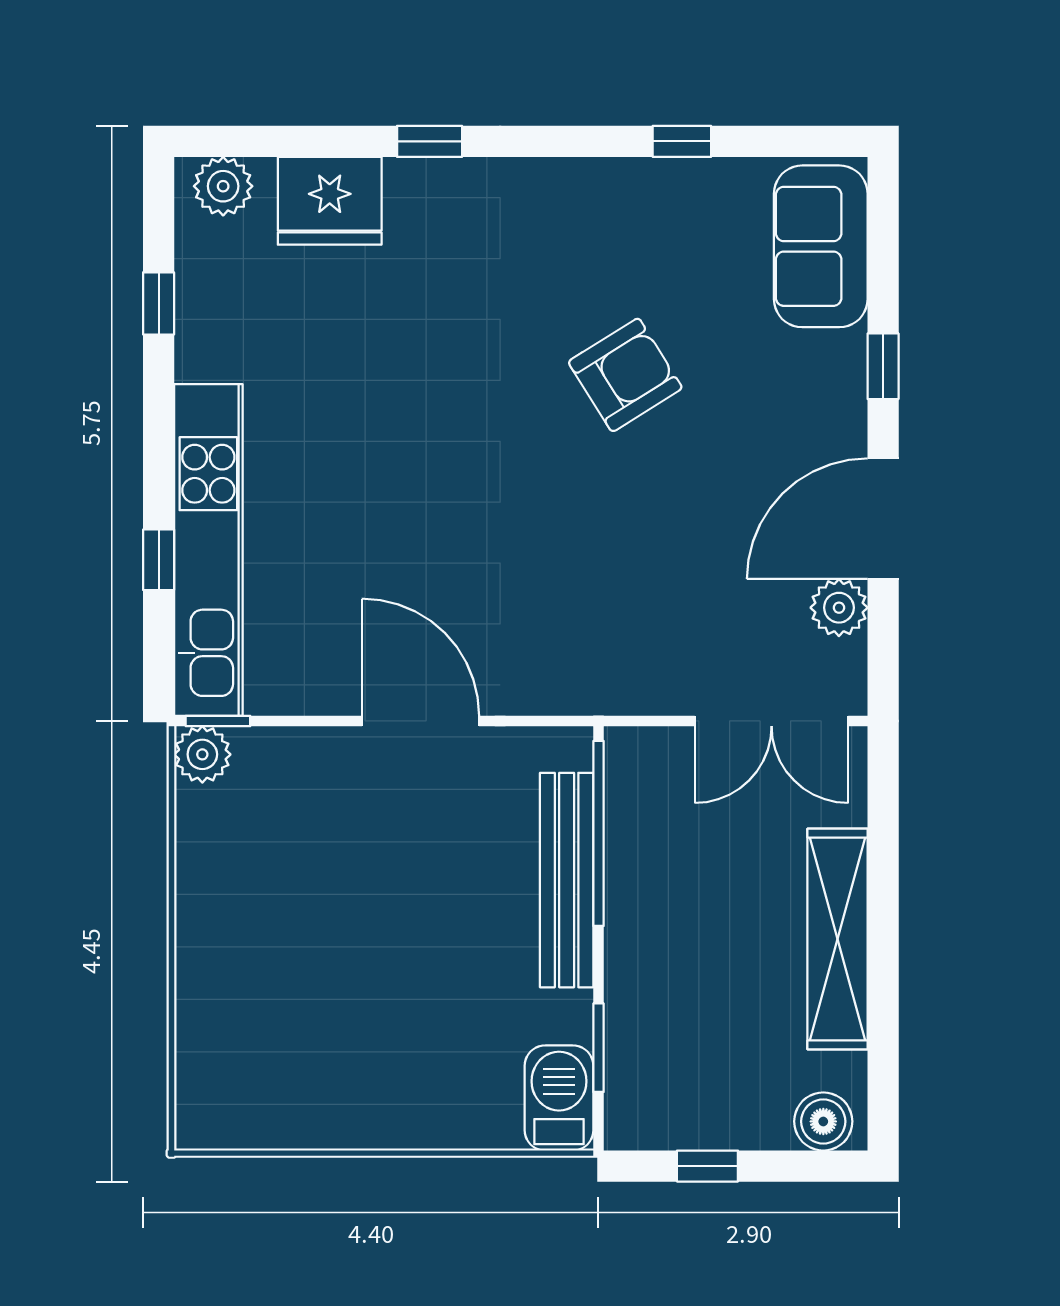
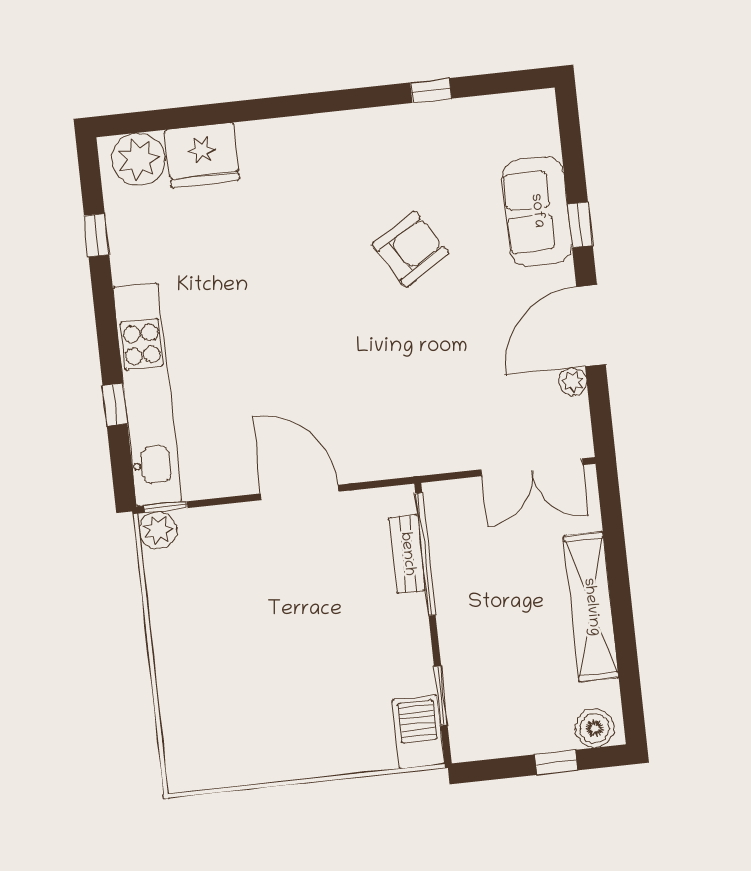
window: (430, 141) -> (264, 109), removed
plant: (223, 186) -> (139, 159), width x1.36, depth x1.36
sofa: (821, 246) -> (537, 211), moved
plant: (839, 608) -> (573, 382), width x0.73, depth x0.73
bench: (567, 880) -> (407, 554), width x0.54, depth x0.82
window: (707, 1166) -> (556, 762), moved

